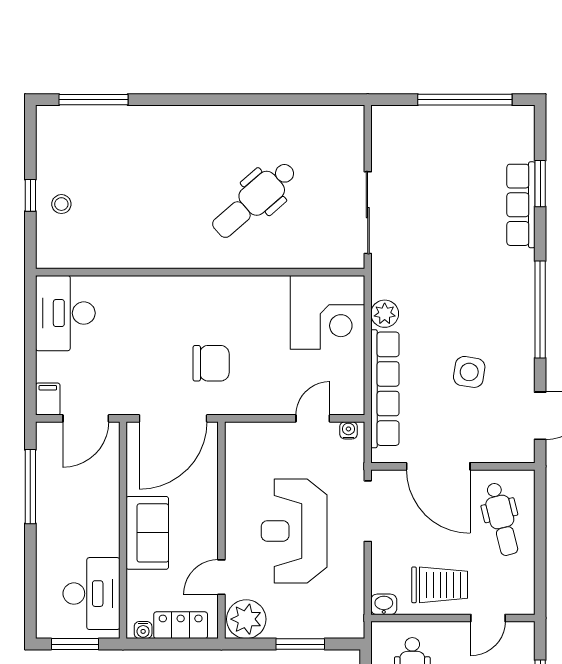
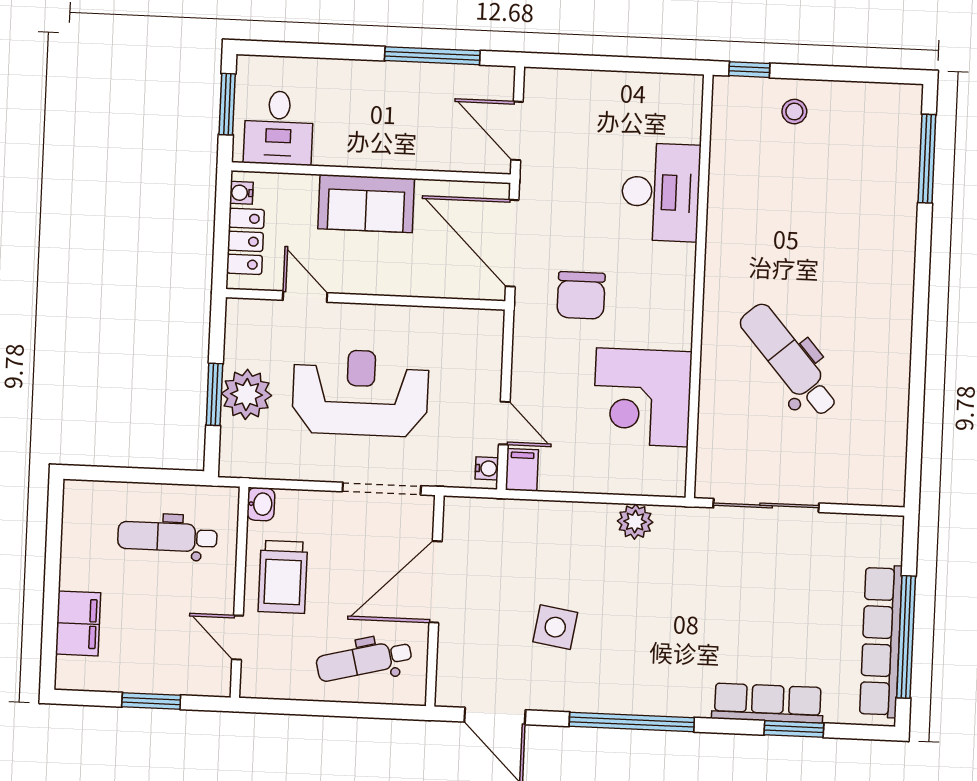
window: (30, 195) -> (749, 70), moved
corner desk: (327, 312) -> (642, 397), moved
desk: (65, 313) -> (661, 192), moved, turned 90
row of seats: (385, 389) -> (881, 641), moved, turned 90
filing cabinet: (48, 399) -> (522, 470), moved, turned -90
desk: (91, 594) -> (279, 128), width x0.73
plant: (246, 619) -> (247, 394), moved

